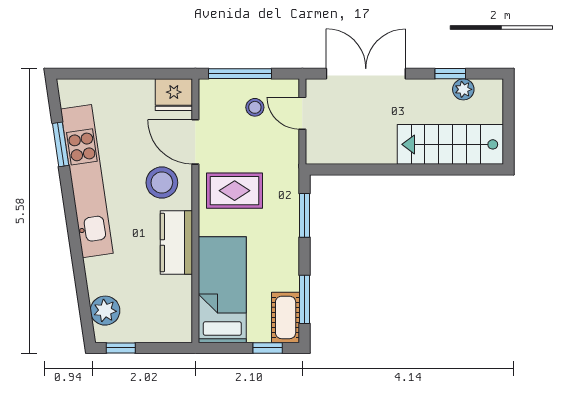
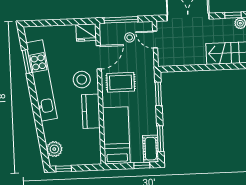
door: (195, 142) -> (99, 57), swing flipped

